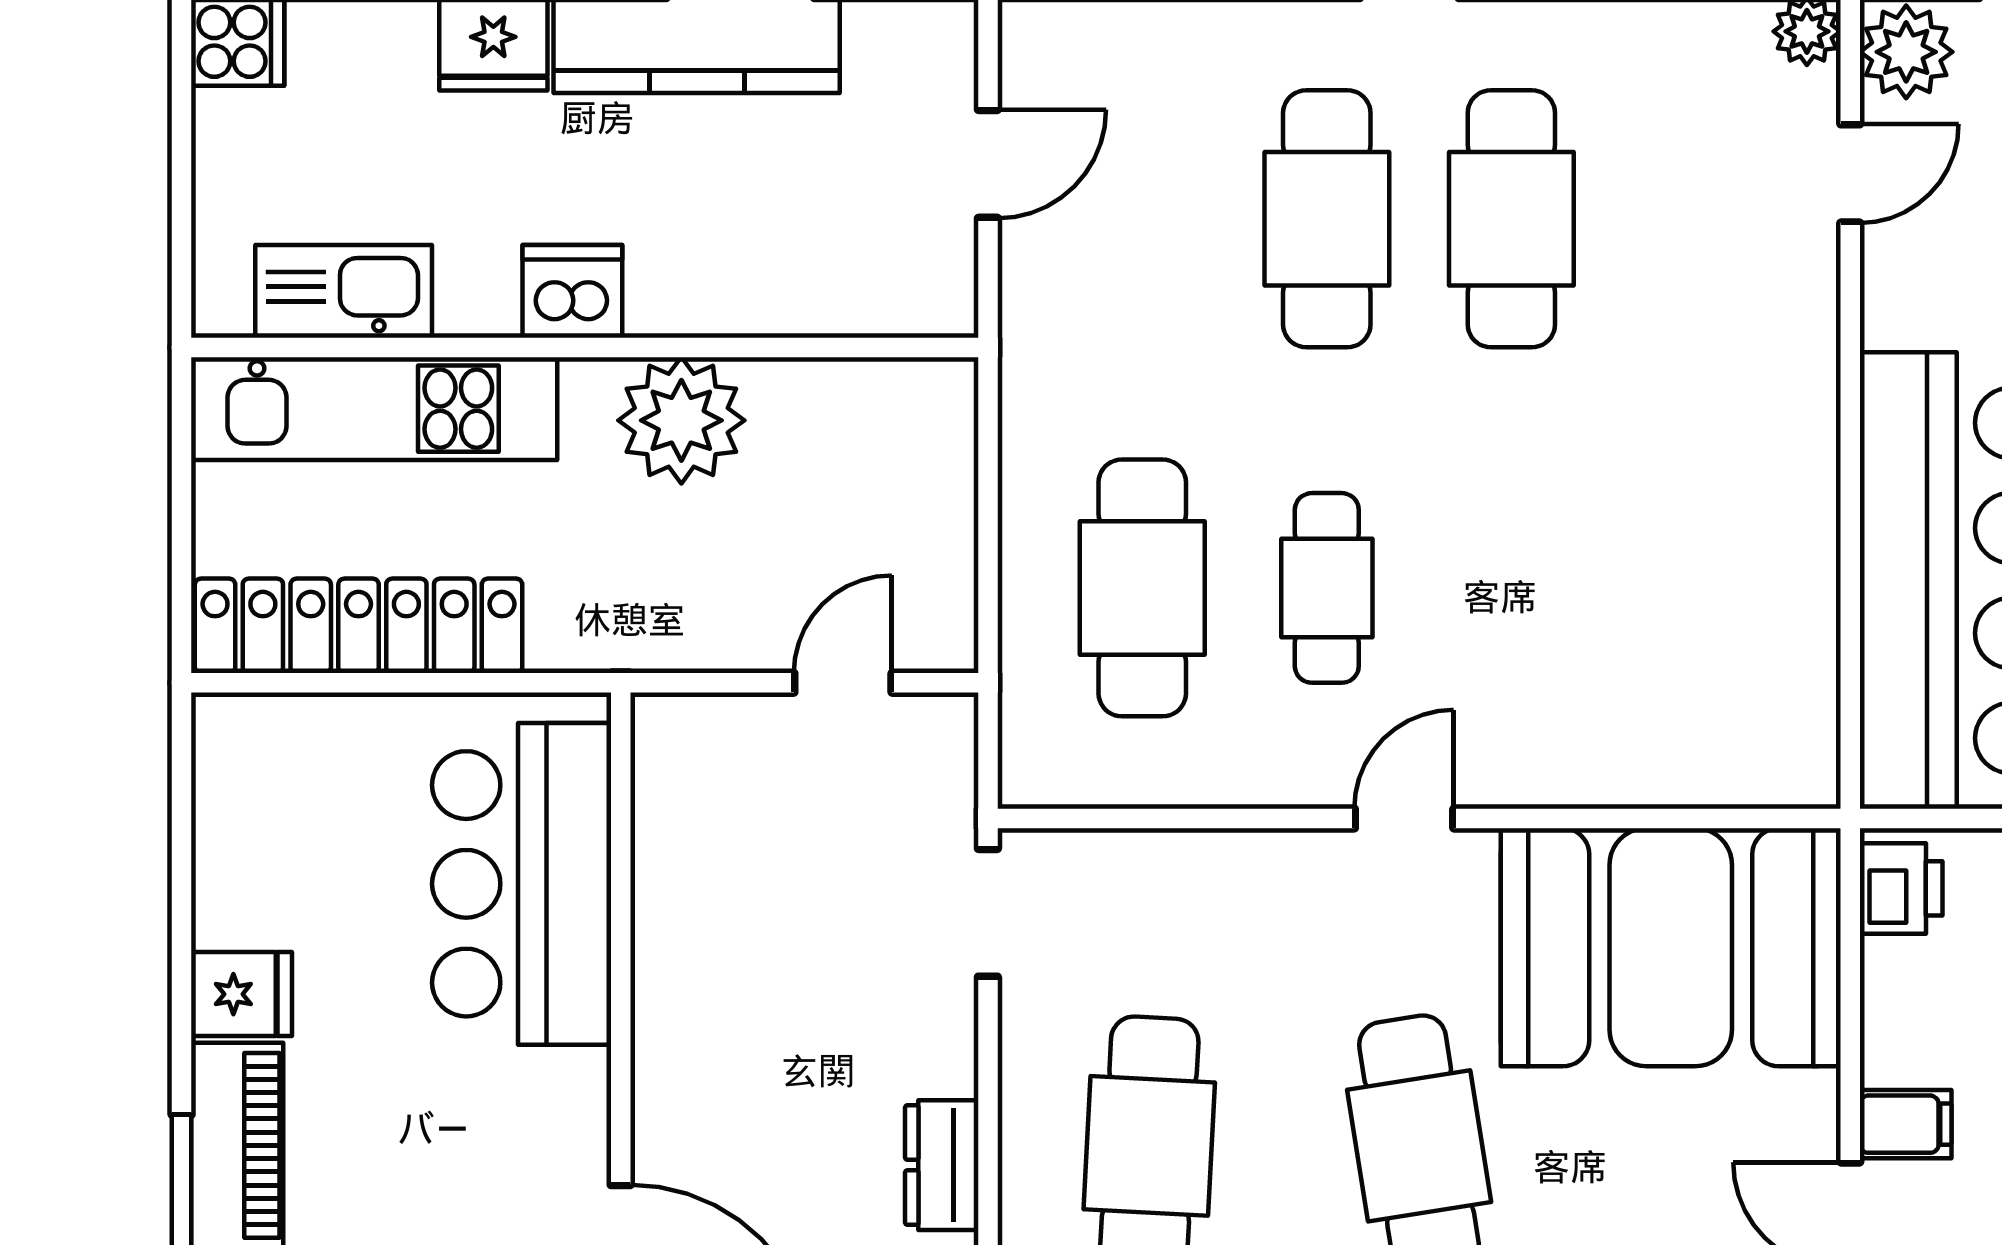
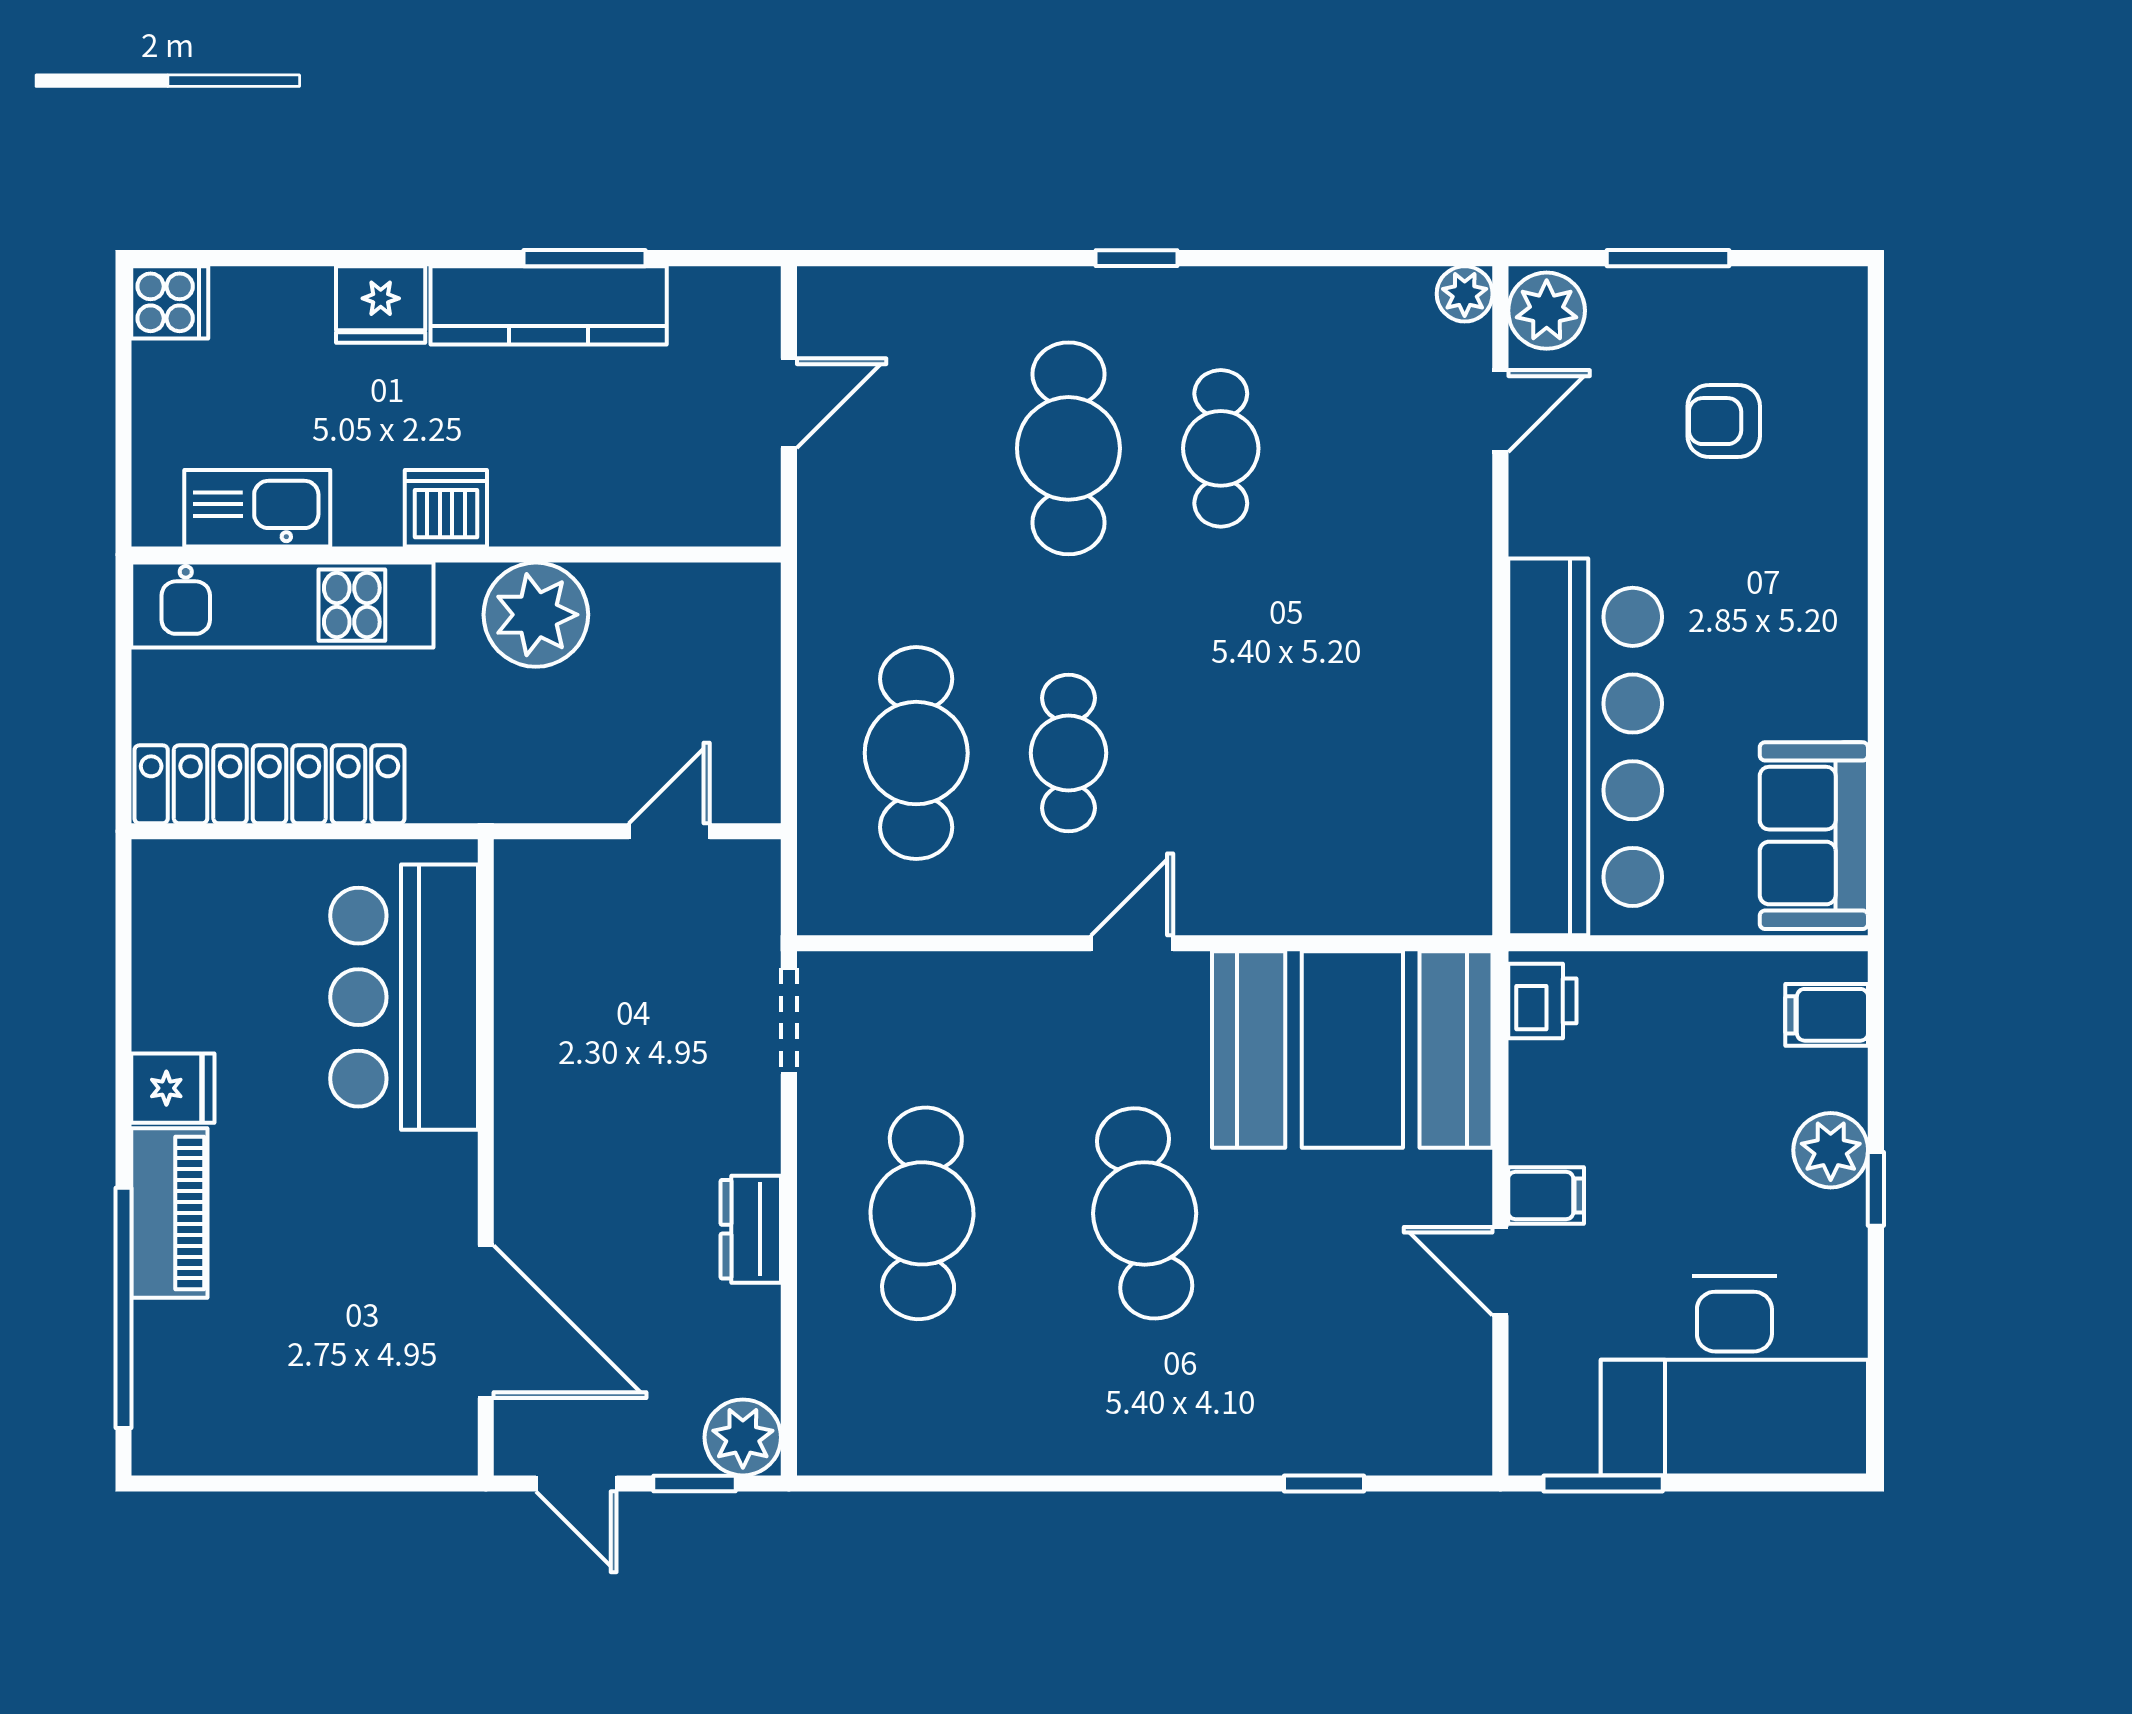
cafe table: (1511, 219) -> (1221, 448), width x0.73, depth x0.74

